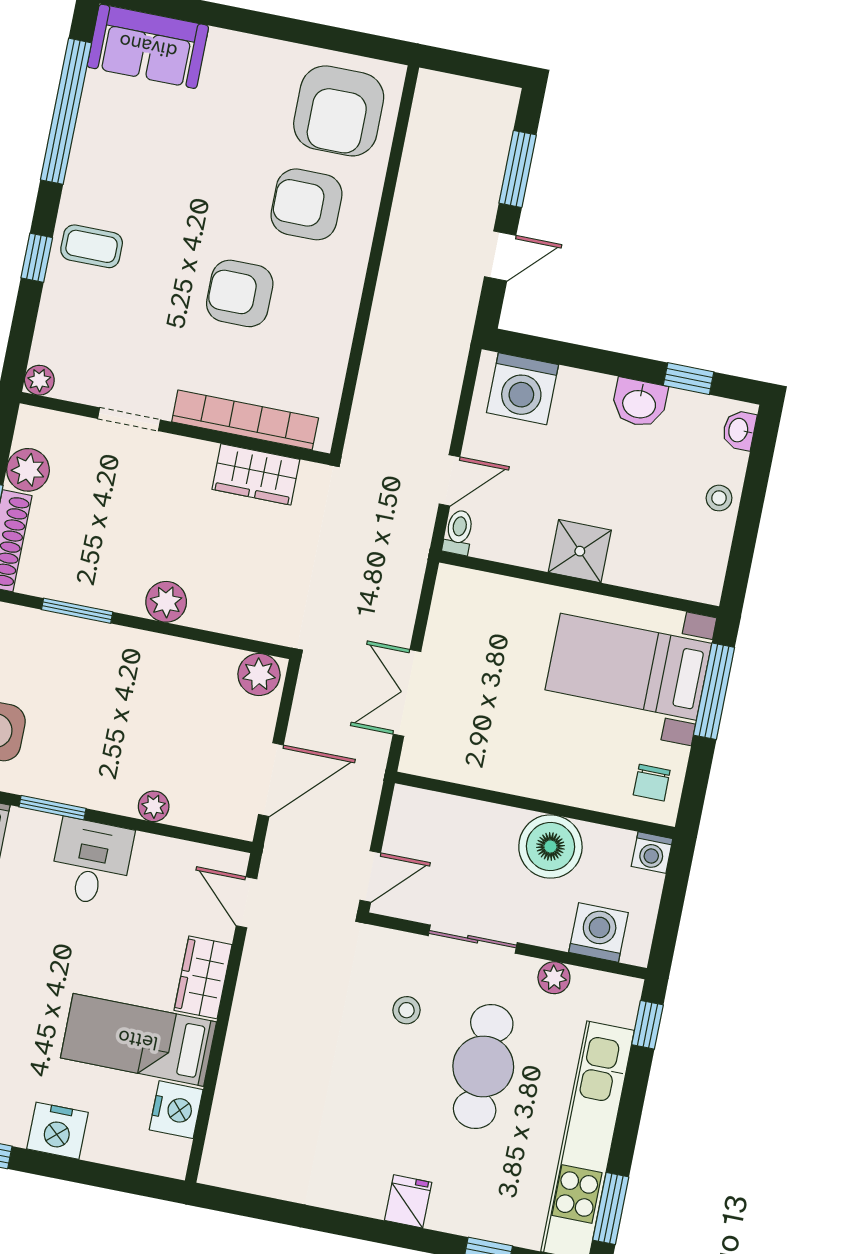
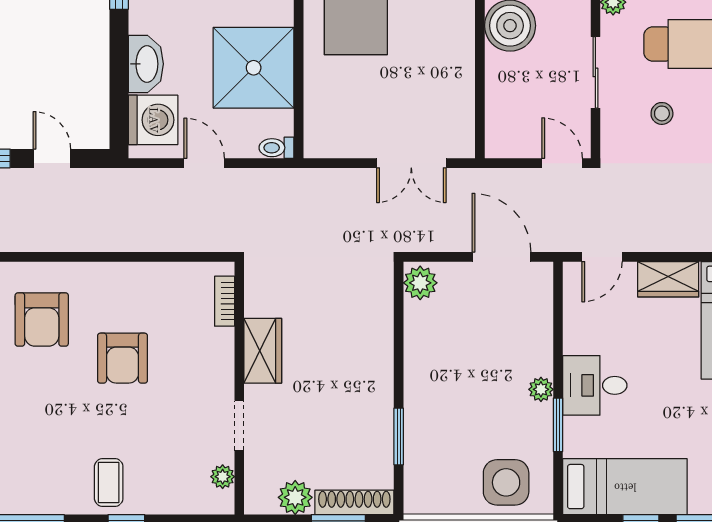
plant: (39, 380) -> (223, 477), moved
washbasin: (639, 403) -> (146, 64), moved, width x1.38
bookcase: (245, 420) -> (225, 301), width x0.43, depth x0.76
wardrobe: (256, 474) -> (263, 351), moved
door: (449, 480) -> (204, 163), moved
shower: (580, 551) -> (254, 68), width x1.86, depth x1.86
plant: (166, 602) -> (378, 368), removed
plant: (154, 806) -> (541, 389), moved

